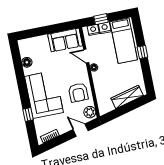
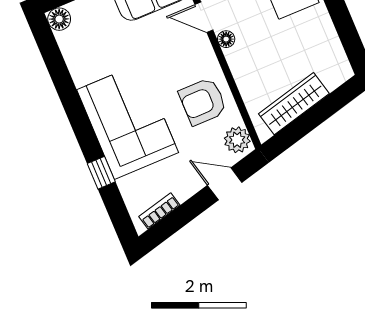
floor lamp: (27, 62) -> (59, 19), moved
armchair: (78, 93) -> (203, 102), turned 90
wardrobe: (127, 97) -> (294, 104), moved

